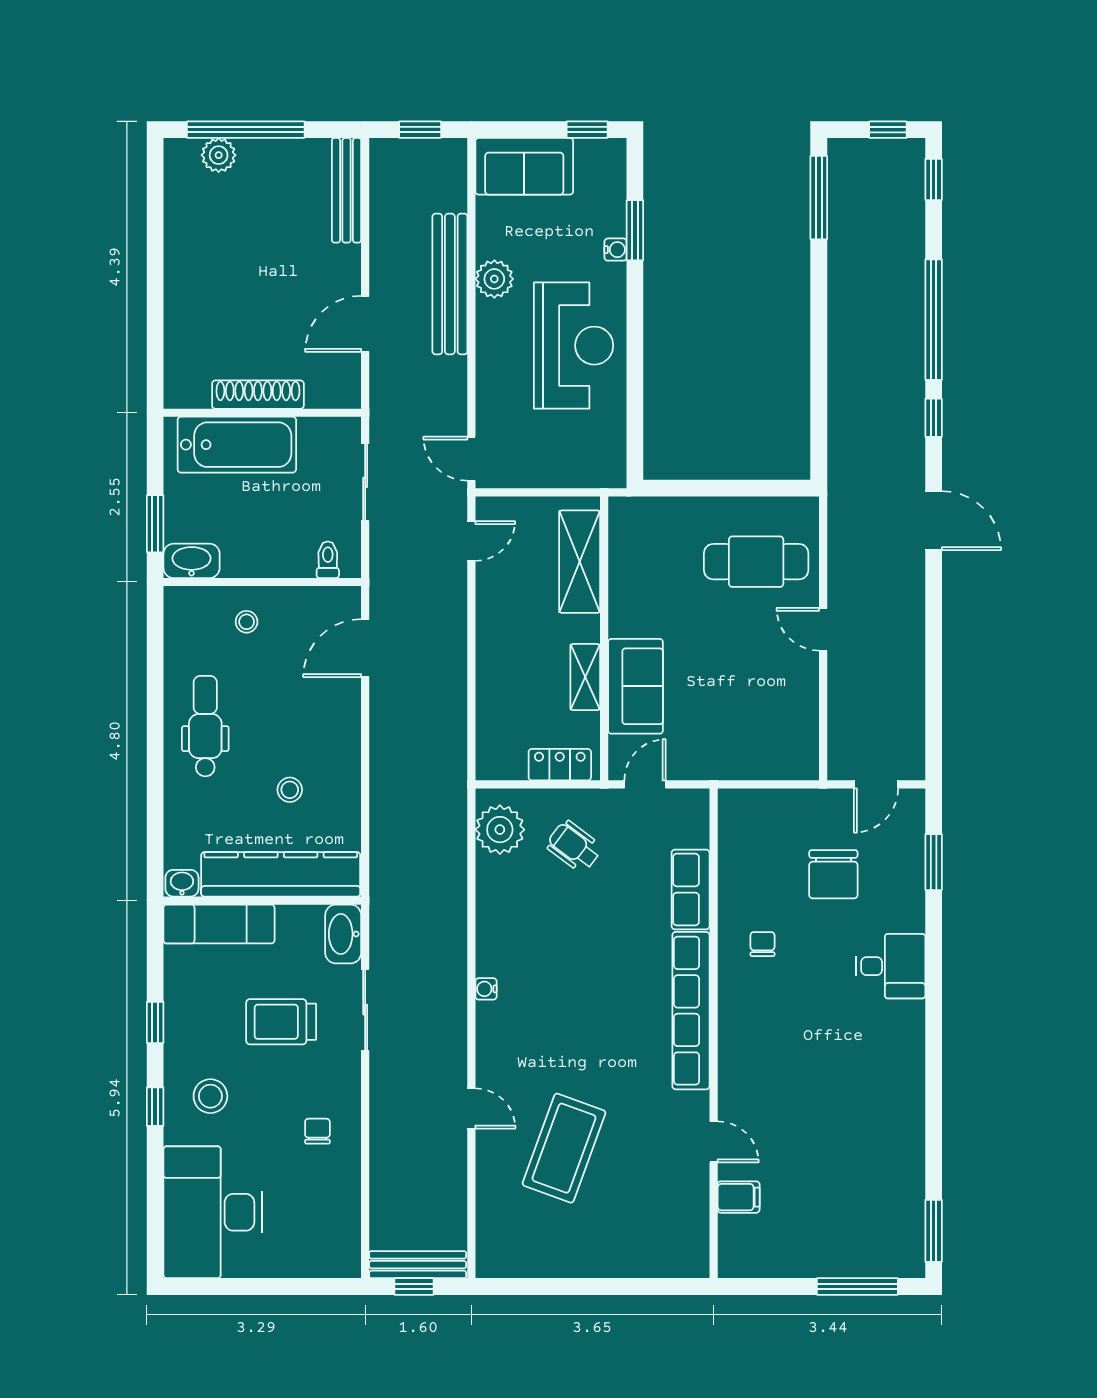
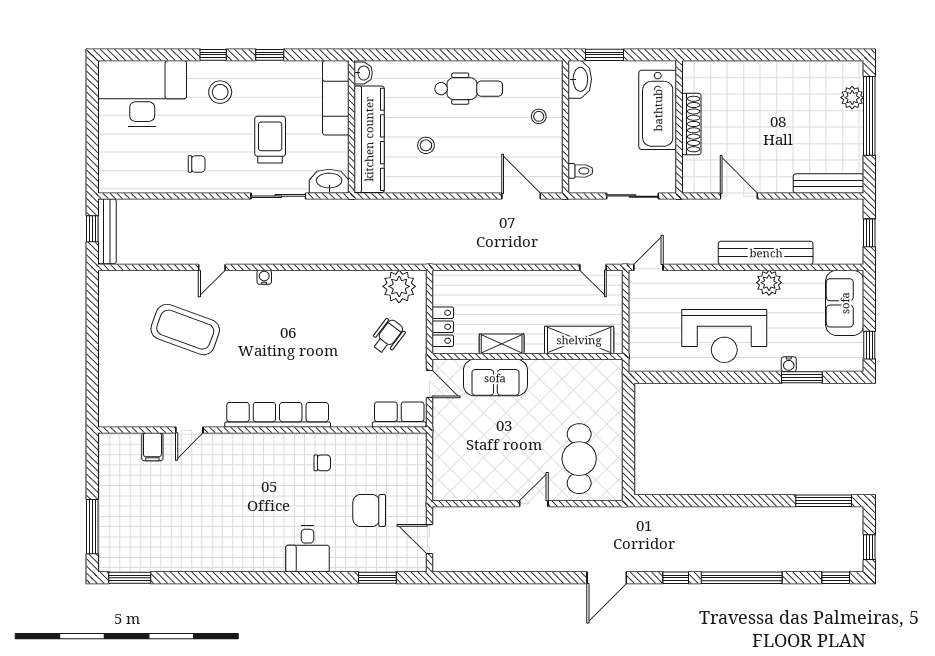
row of seats: (691, 889) -> (399, 415), moved
water cooler: (486, 989) -> (264, 277), moved

